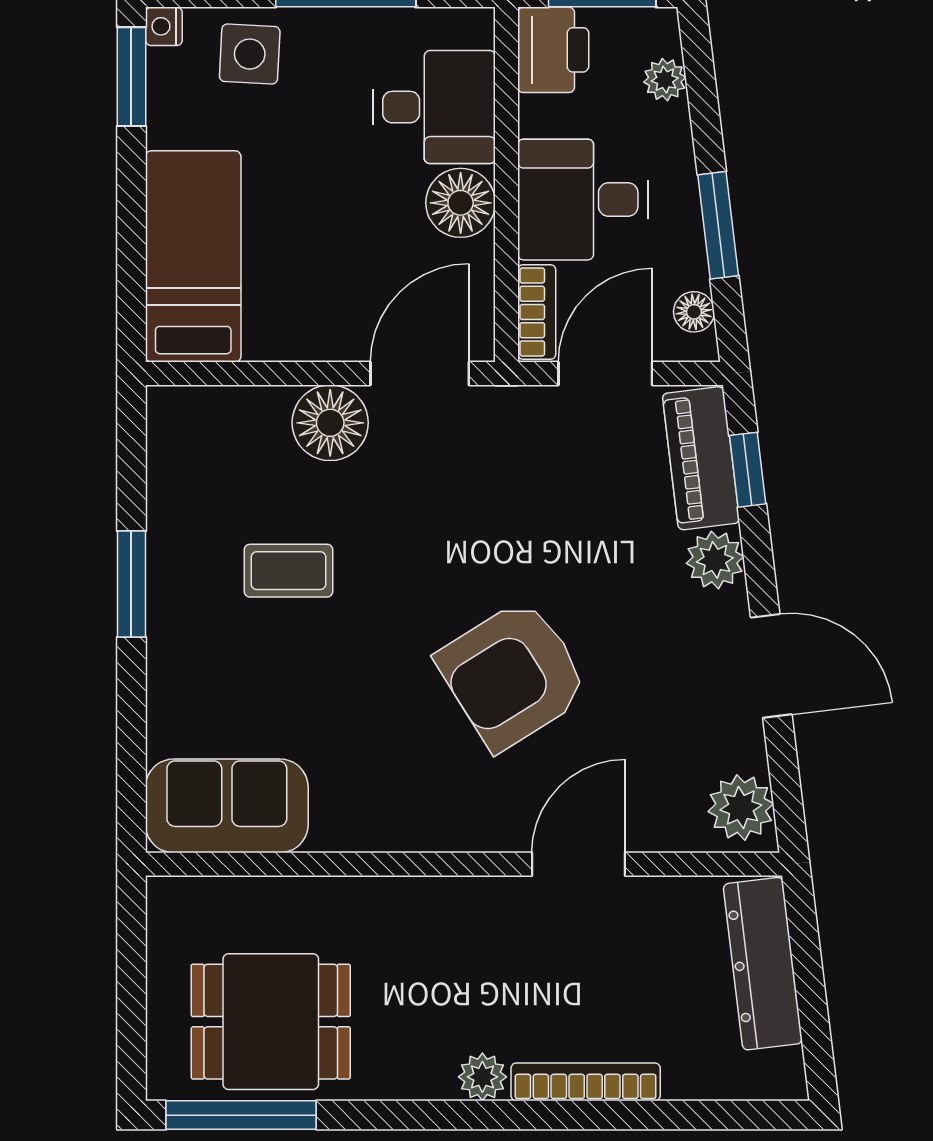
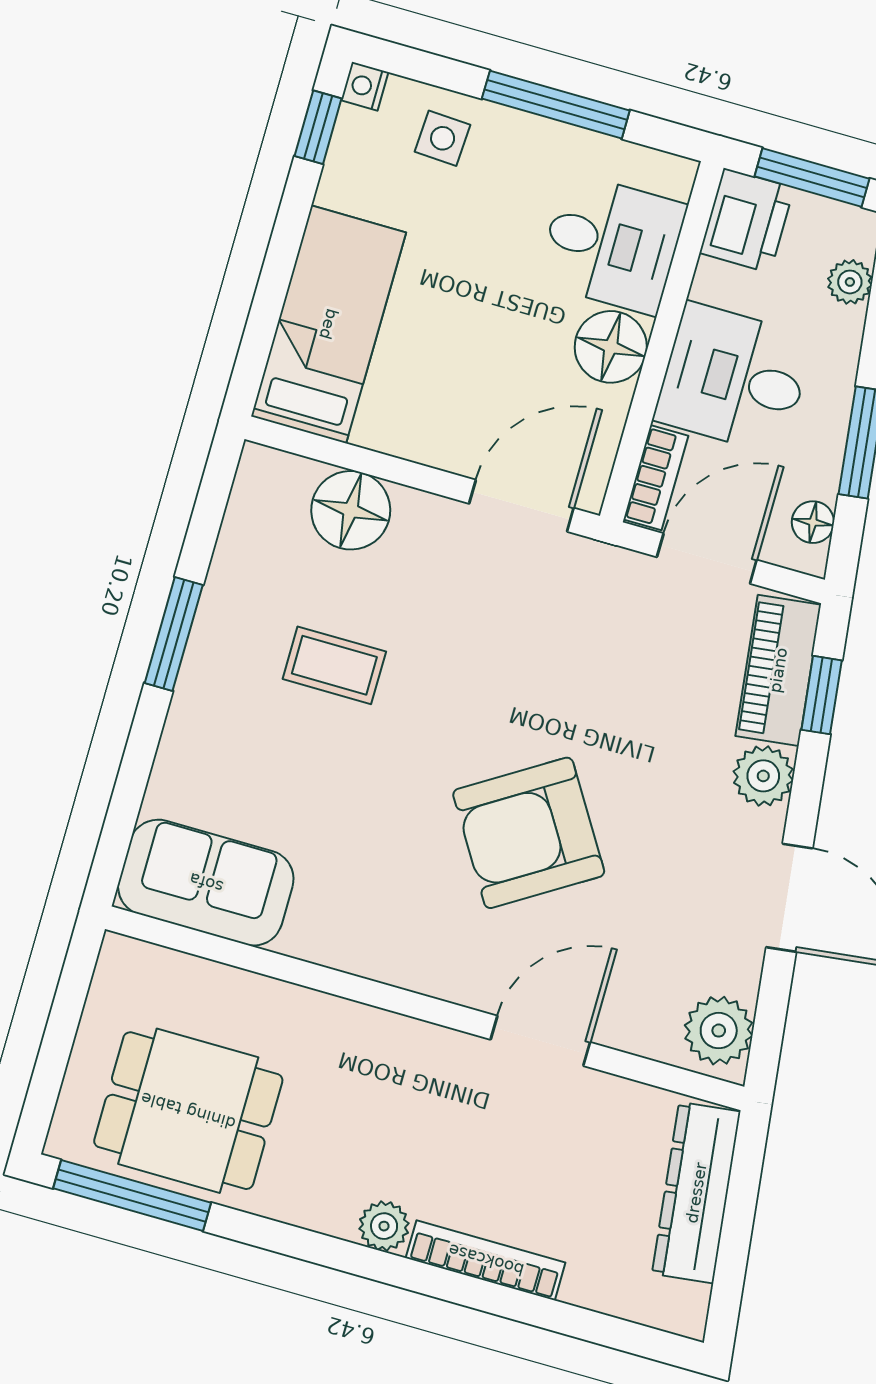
side table: (250, 54) -> (443, 138), width x0.73, depth x0.73
window: (131, 77) -> (318, 127), width x0.67
floor lamp: (330, 423) -> (351, 510), moved

